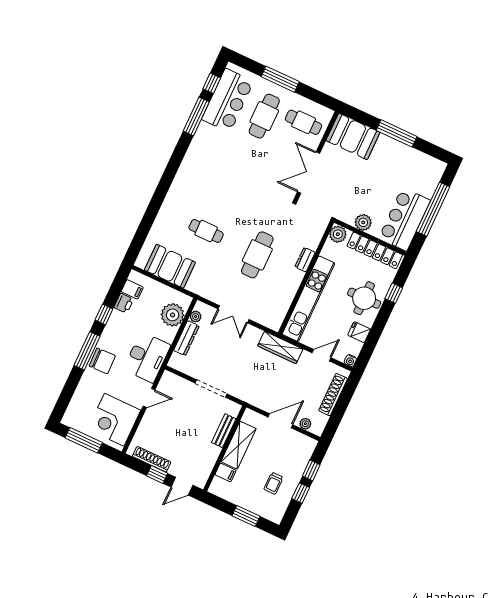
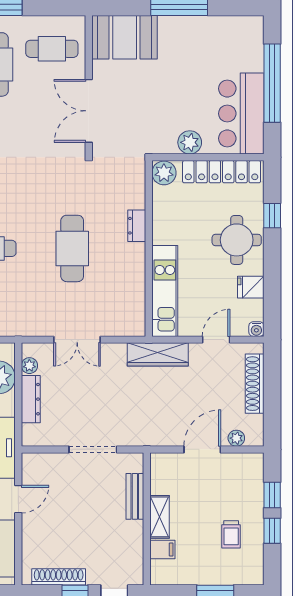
kitchen unit: (308, 299) -> (165, 291), width x0.73
shelving: (239, 445) -> (160, 517), width x0.67, depth x0.75

